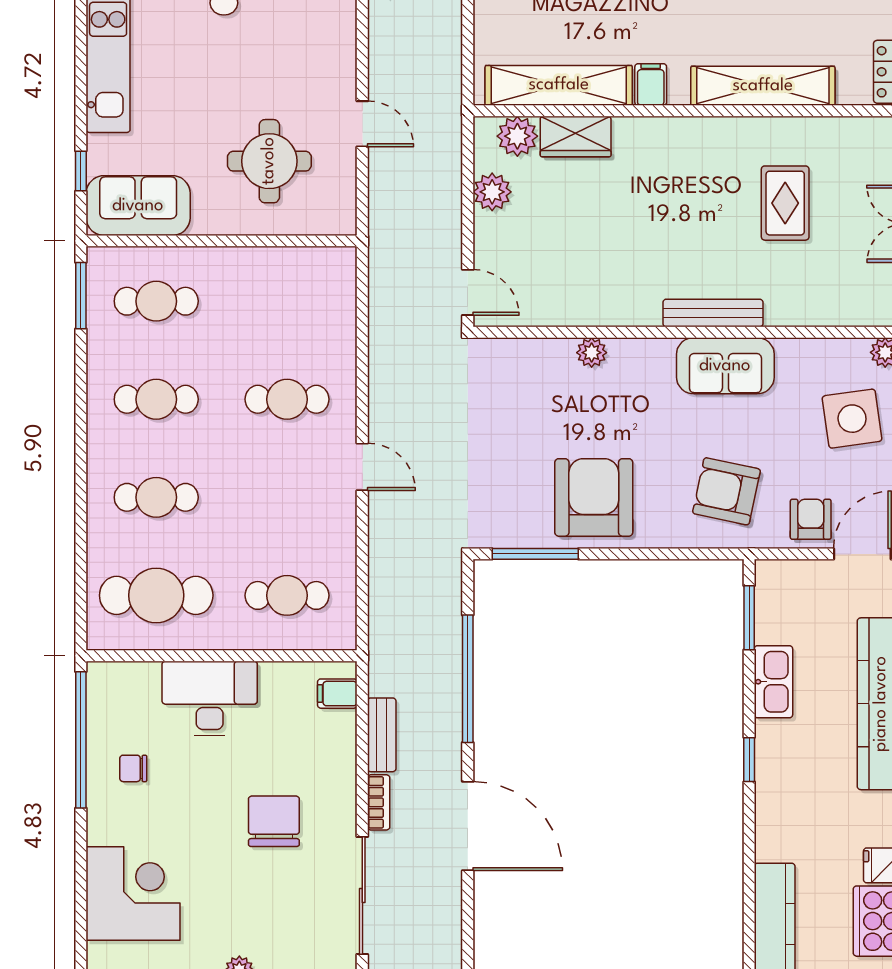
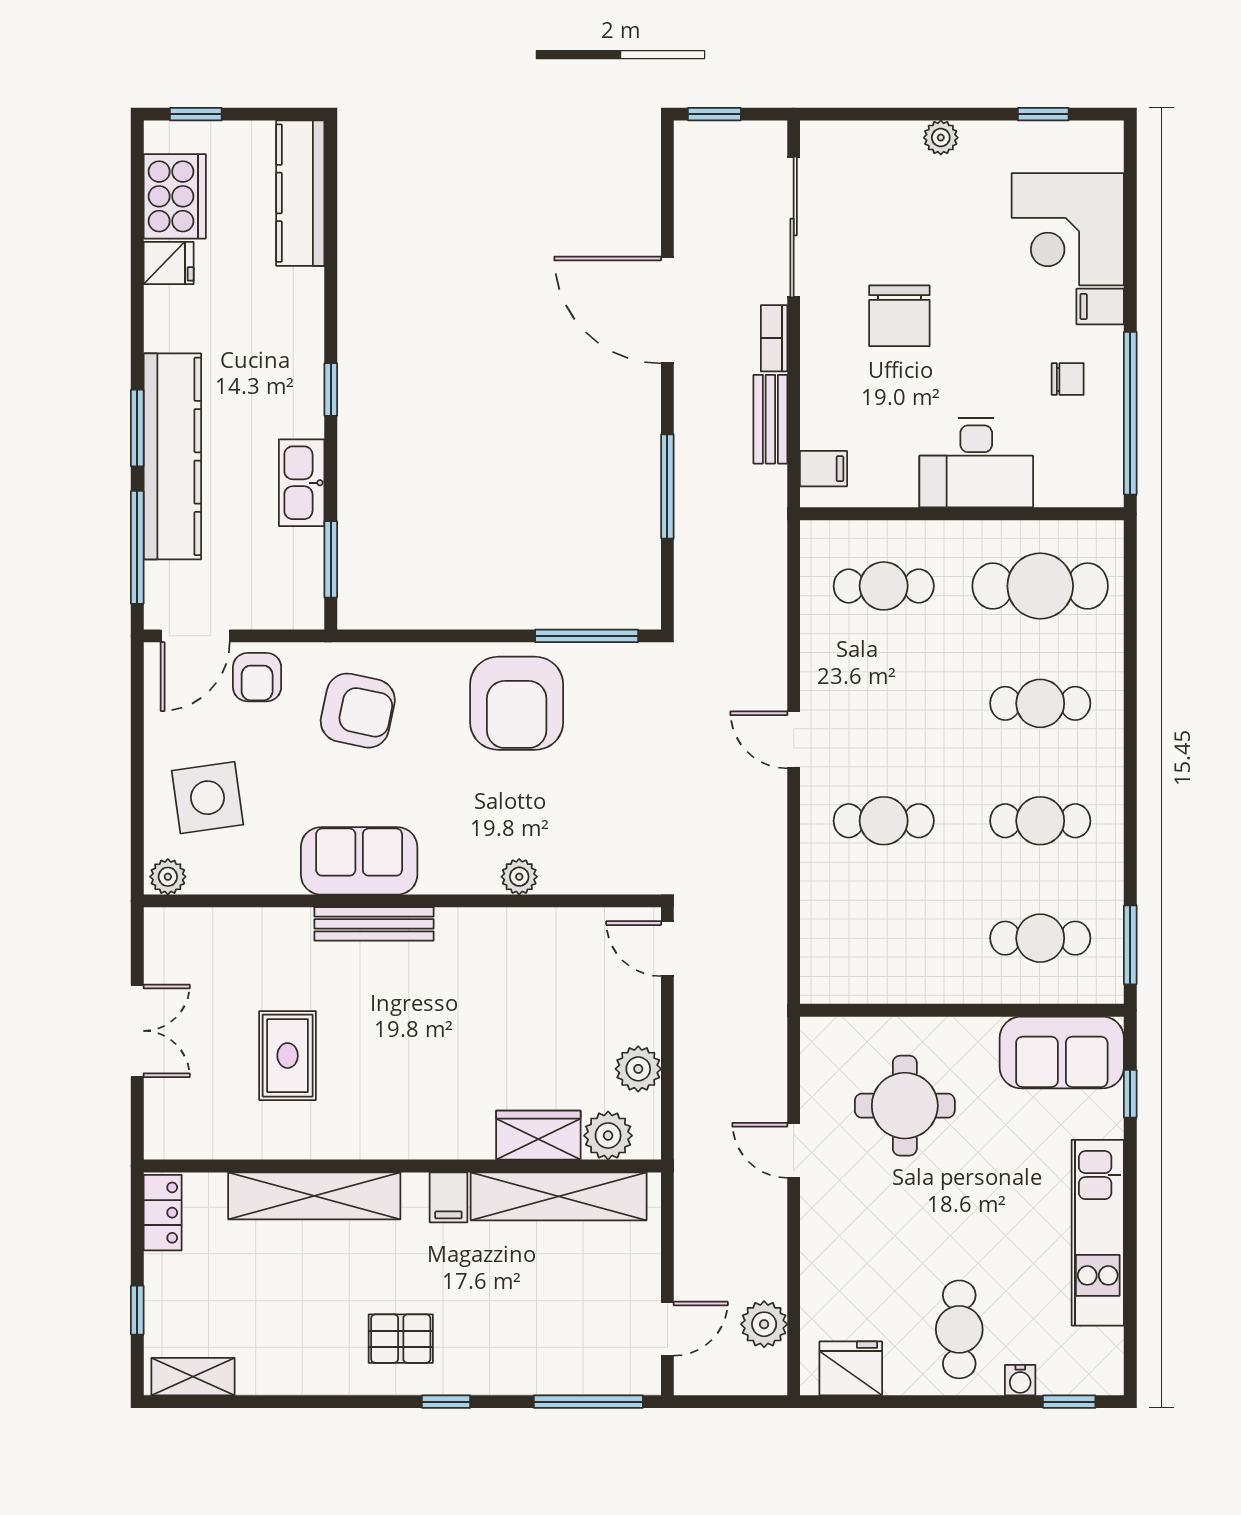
window: (468, 679) -> (667, 486), width x0.68
filing cabinet: (106, 829) -> (1100, 306), added

